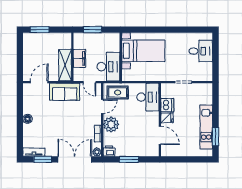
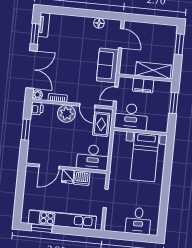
shelving: (65, 65) -> (153, 70), moved
floor lamp: (28, 119) -> (99, 23), moved
kitchen unit: (206, 127) -> (62, 220), width x1.36

